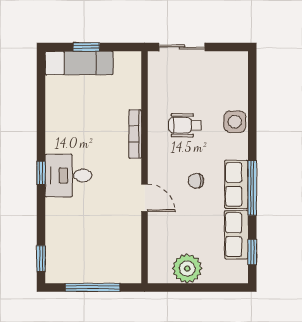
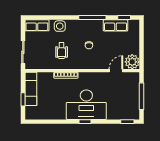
exam couch: (79, 63) -> (31, 89), moved
desk: (68, 176) -> (86, 105), width x1.87, depth x1.30
row of seats: (236, 184) -> (37, 25), moved
door: (145, 198) -> (116, 71), moved
plant: (187, 269) -> (132, 62), moved

